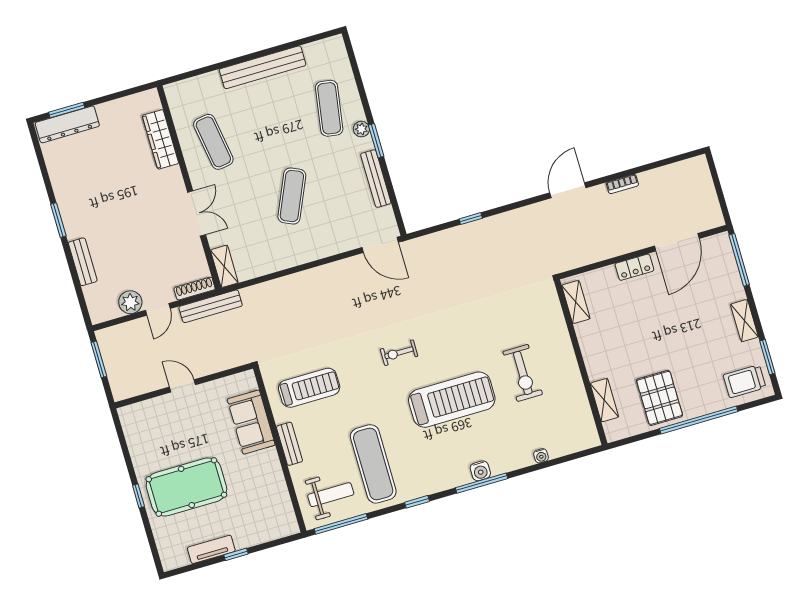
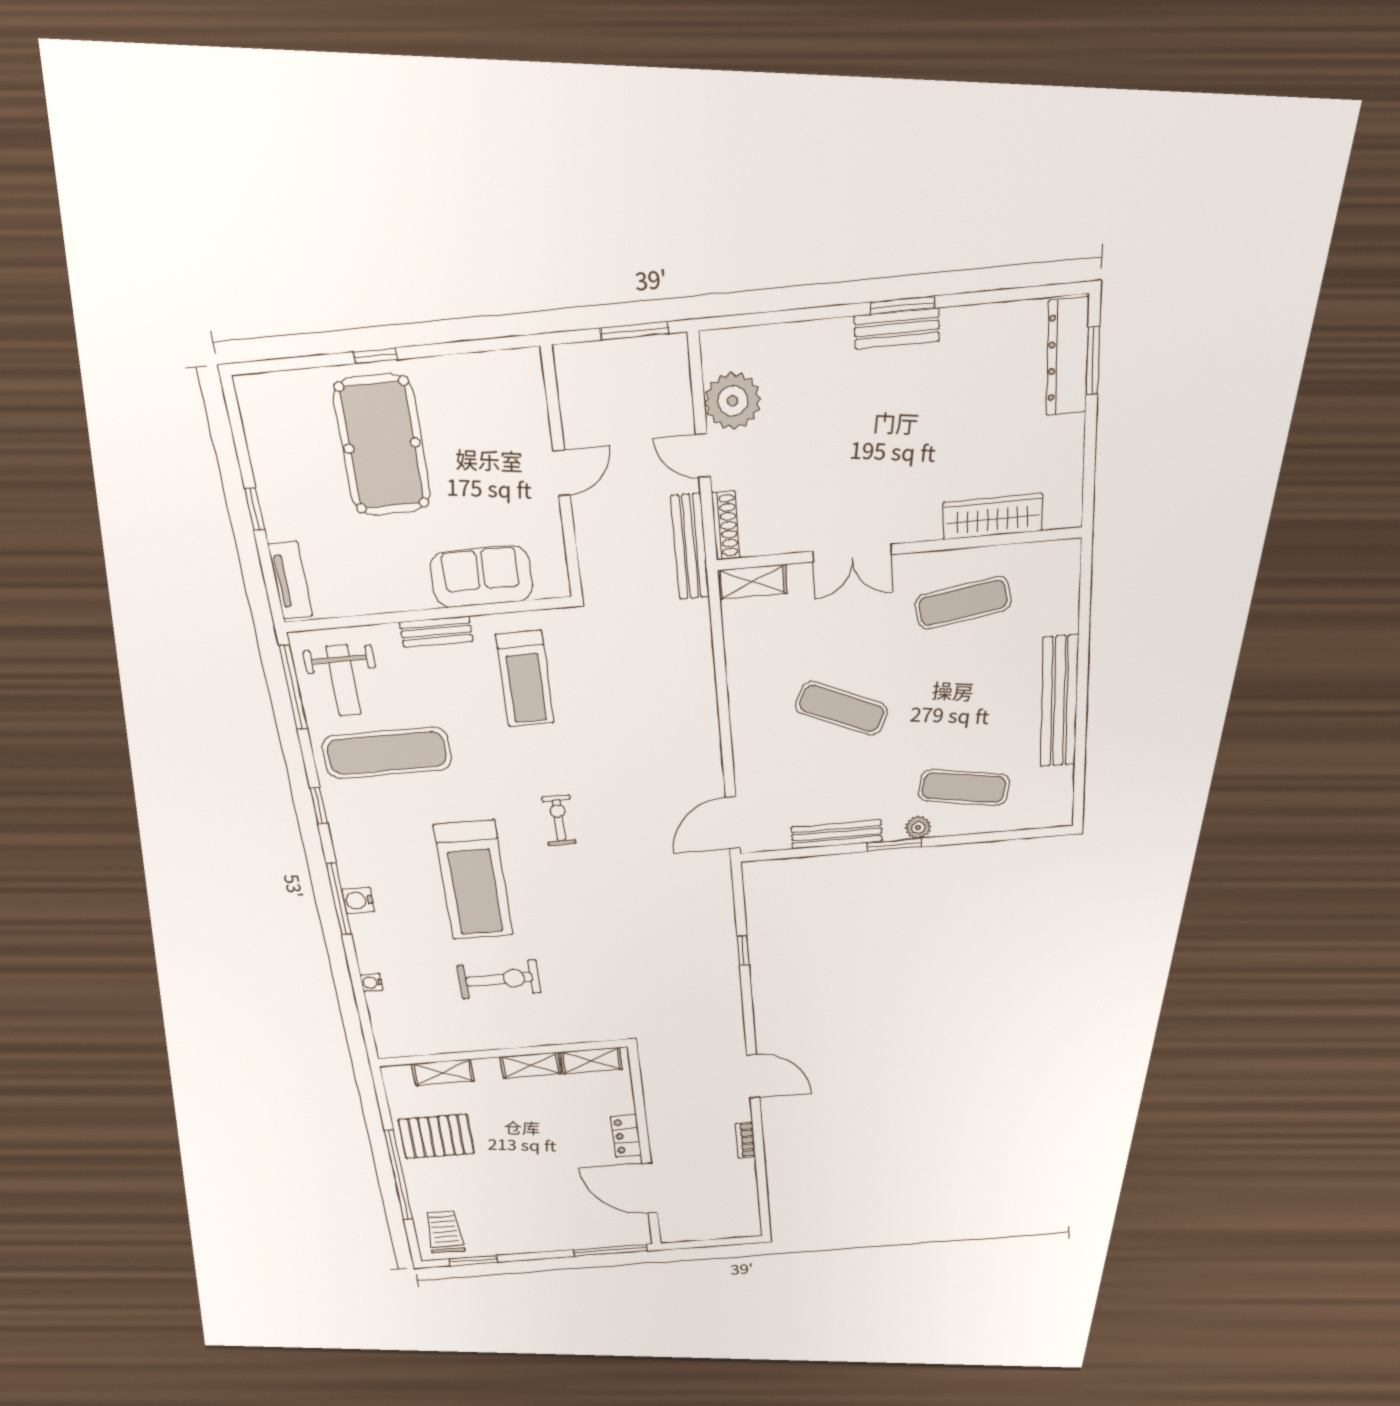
bench: (83, 262) -> (897, 328), moved
plant: (130, 302) -> (733, 401), width x1.36, depth x1.36
shelving: (744, 321) -> (530, 1065), moved
exercise bike: (523, 373) -> (499, 979), turned 180
tv unit: (211, 549) -> (290, 580), moved

